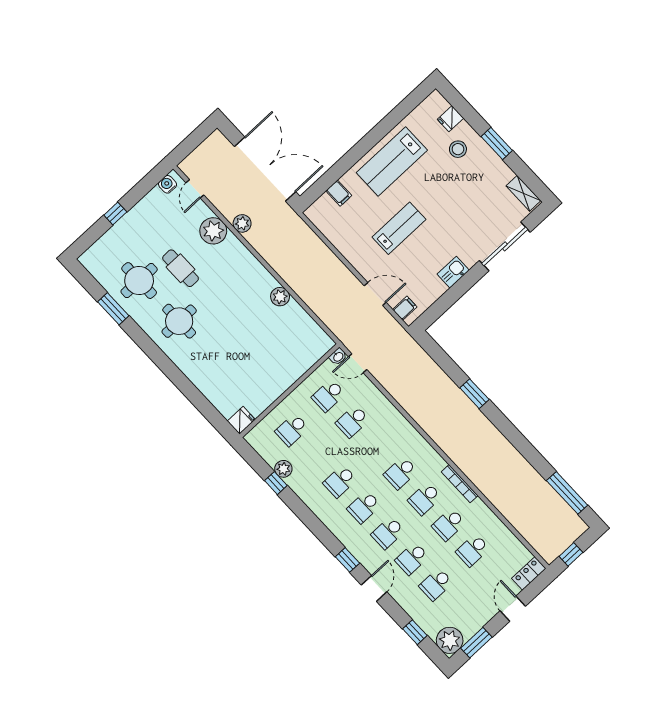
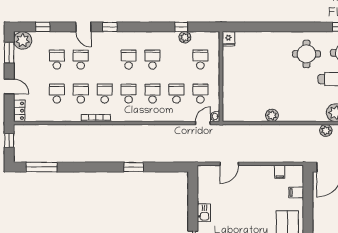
lab bench: (399, 228) -> (251, 206), removed
filing cabinet: (405, 308) -> (280, 172), moved
school desk: (388, 533) -> (153, 94), moved

